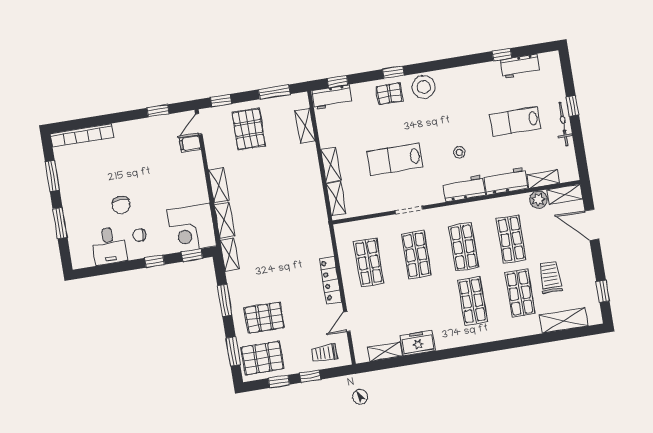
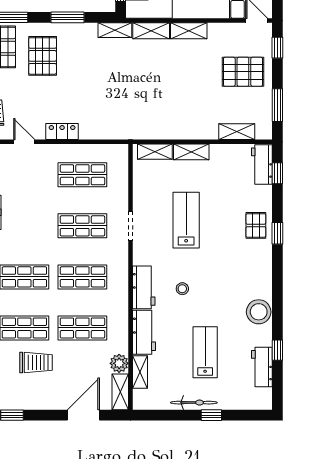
stool: (424, 87) -> (259, 312), moved
locker: (330, 280) -> (62, 132), width x0.66

